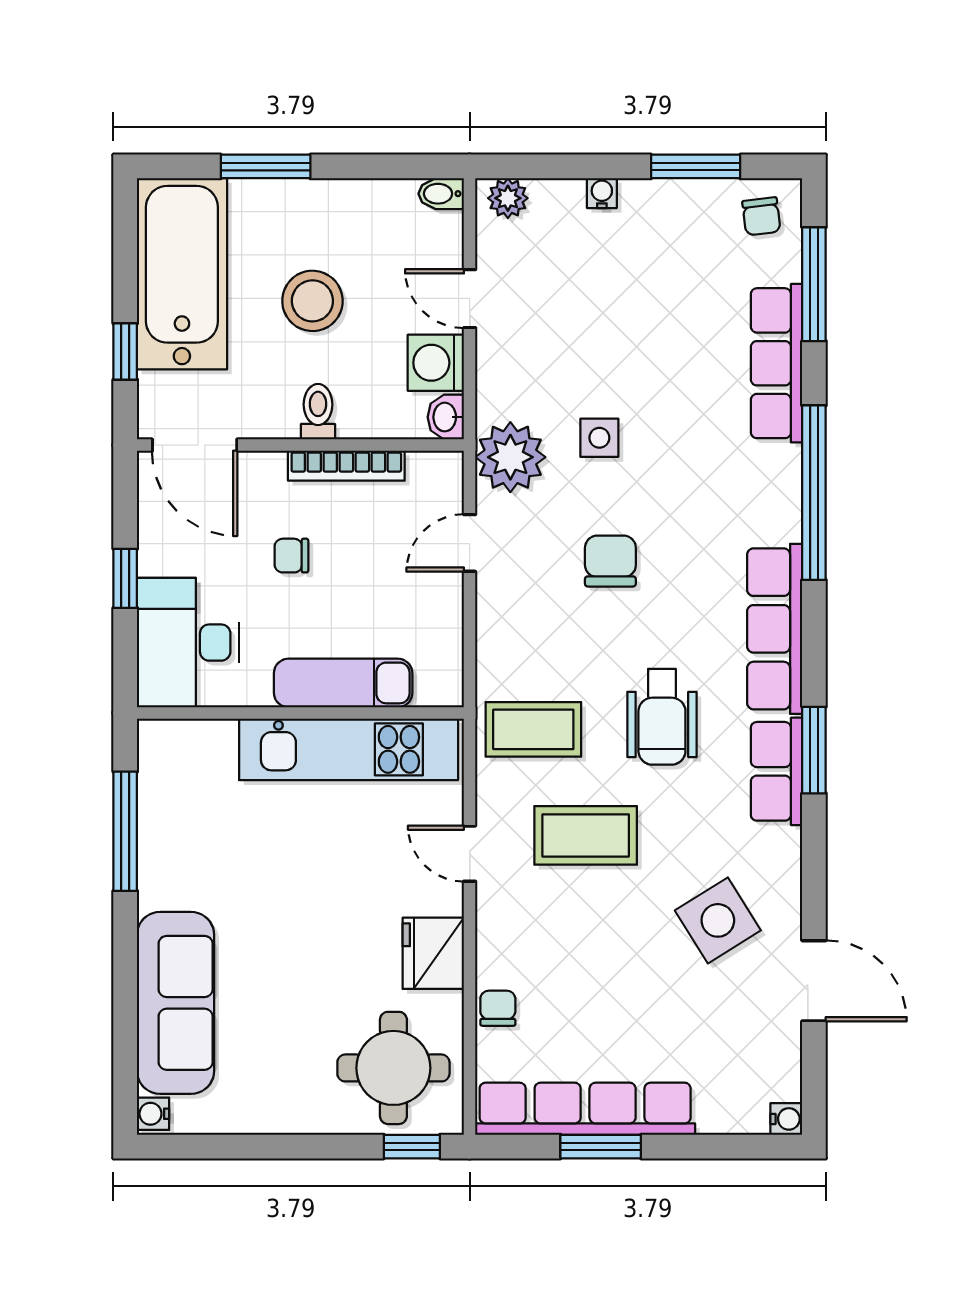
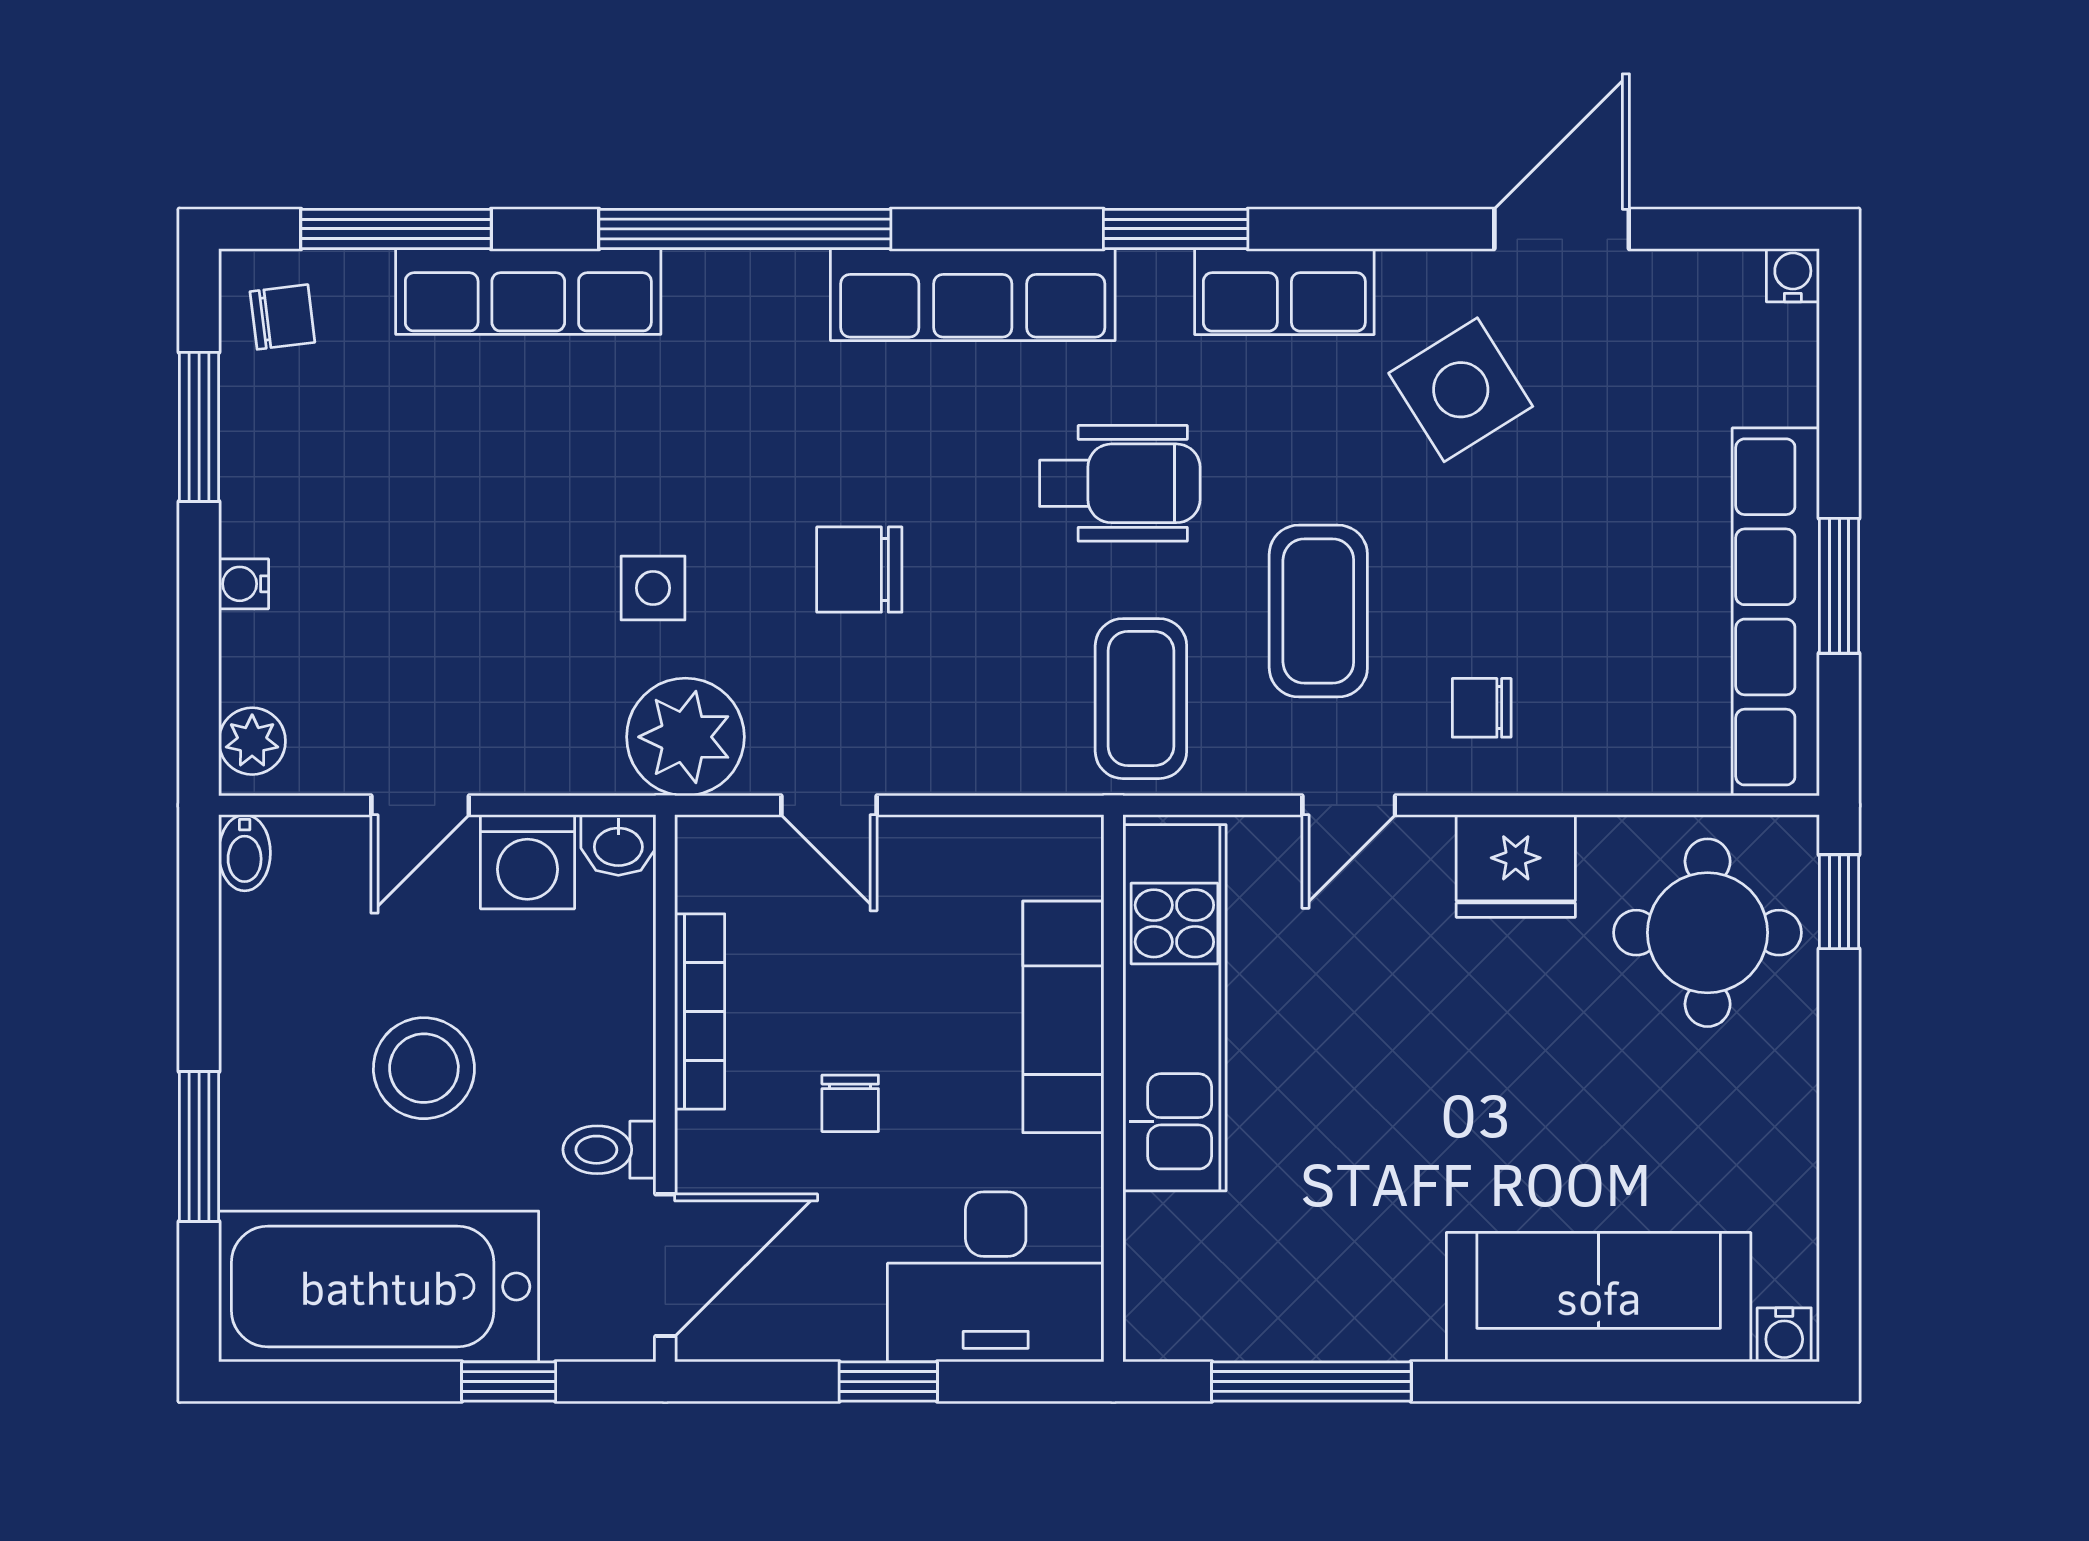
toilet: (318, 412) -> (609, 1150), moved
row of seats: (777, 771) -> (1284, 292), moved
chair: (498, 1008) -> (1482, 708), moved

